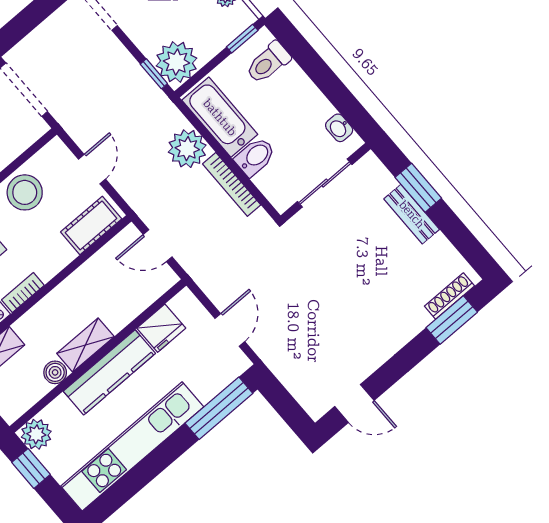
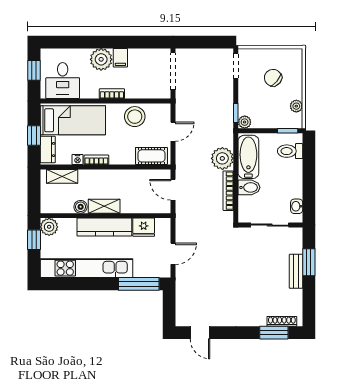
plant: (177, 62) -> (245, 122), width x0.53, depth x0.53

